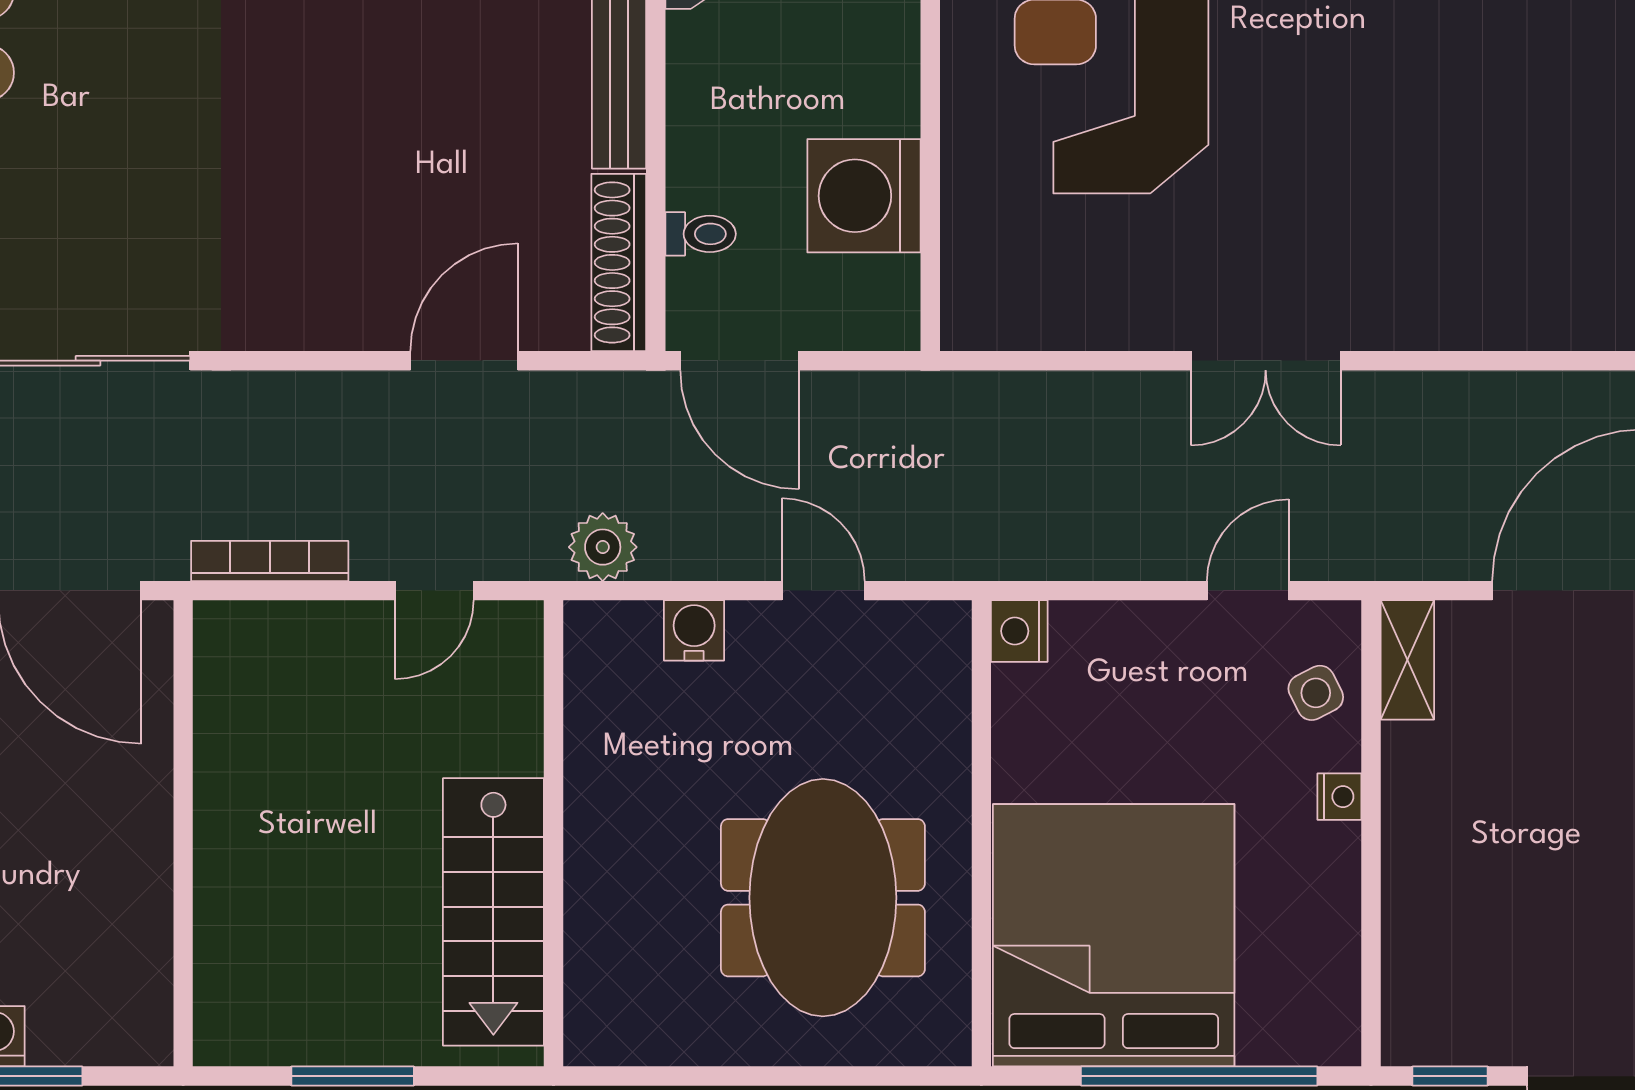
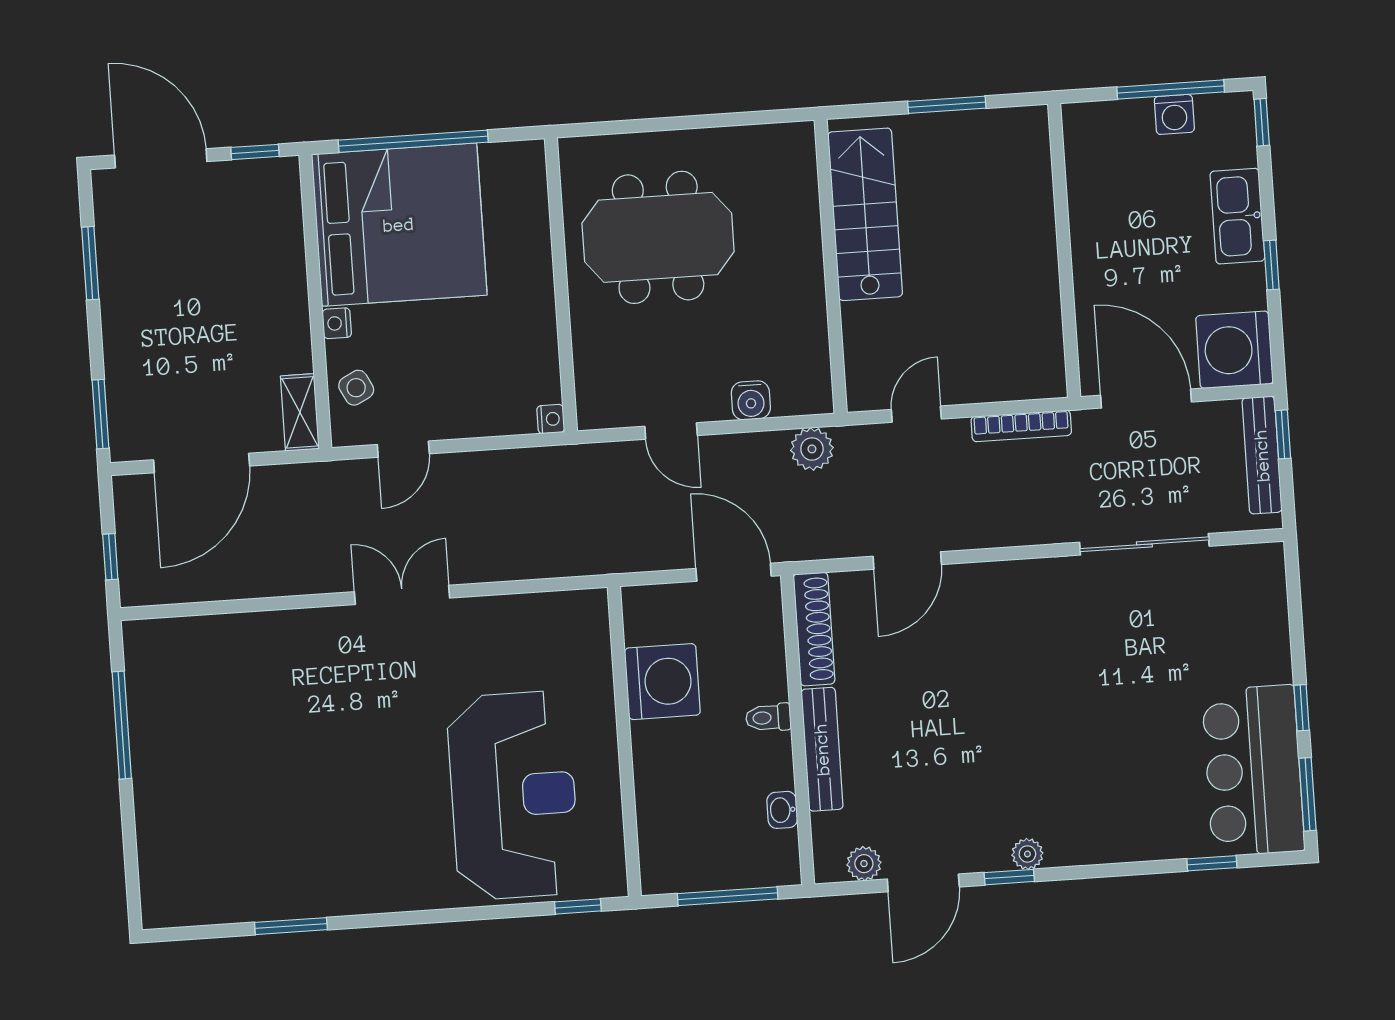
toilet: (701, 234) -> (768, 718), moved
nightstand: (1019, 631) -> (551, 419), width x0.72, depth x0.74
meeting table: (823, 898) -> (658, 237), turned 90
bed: (1114, 935) -> (399, 225), moved, turned -90

